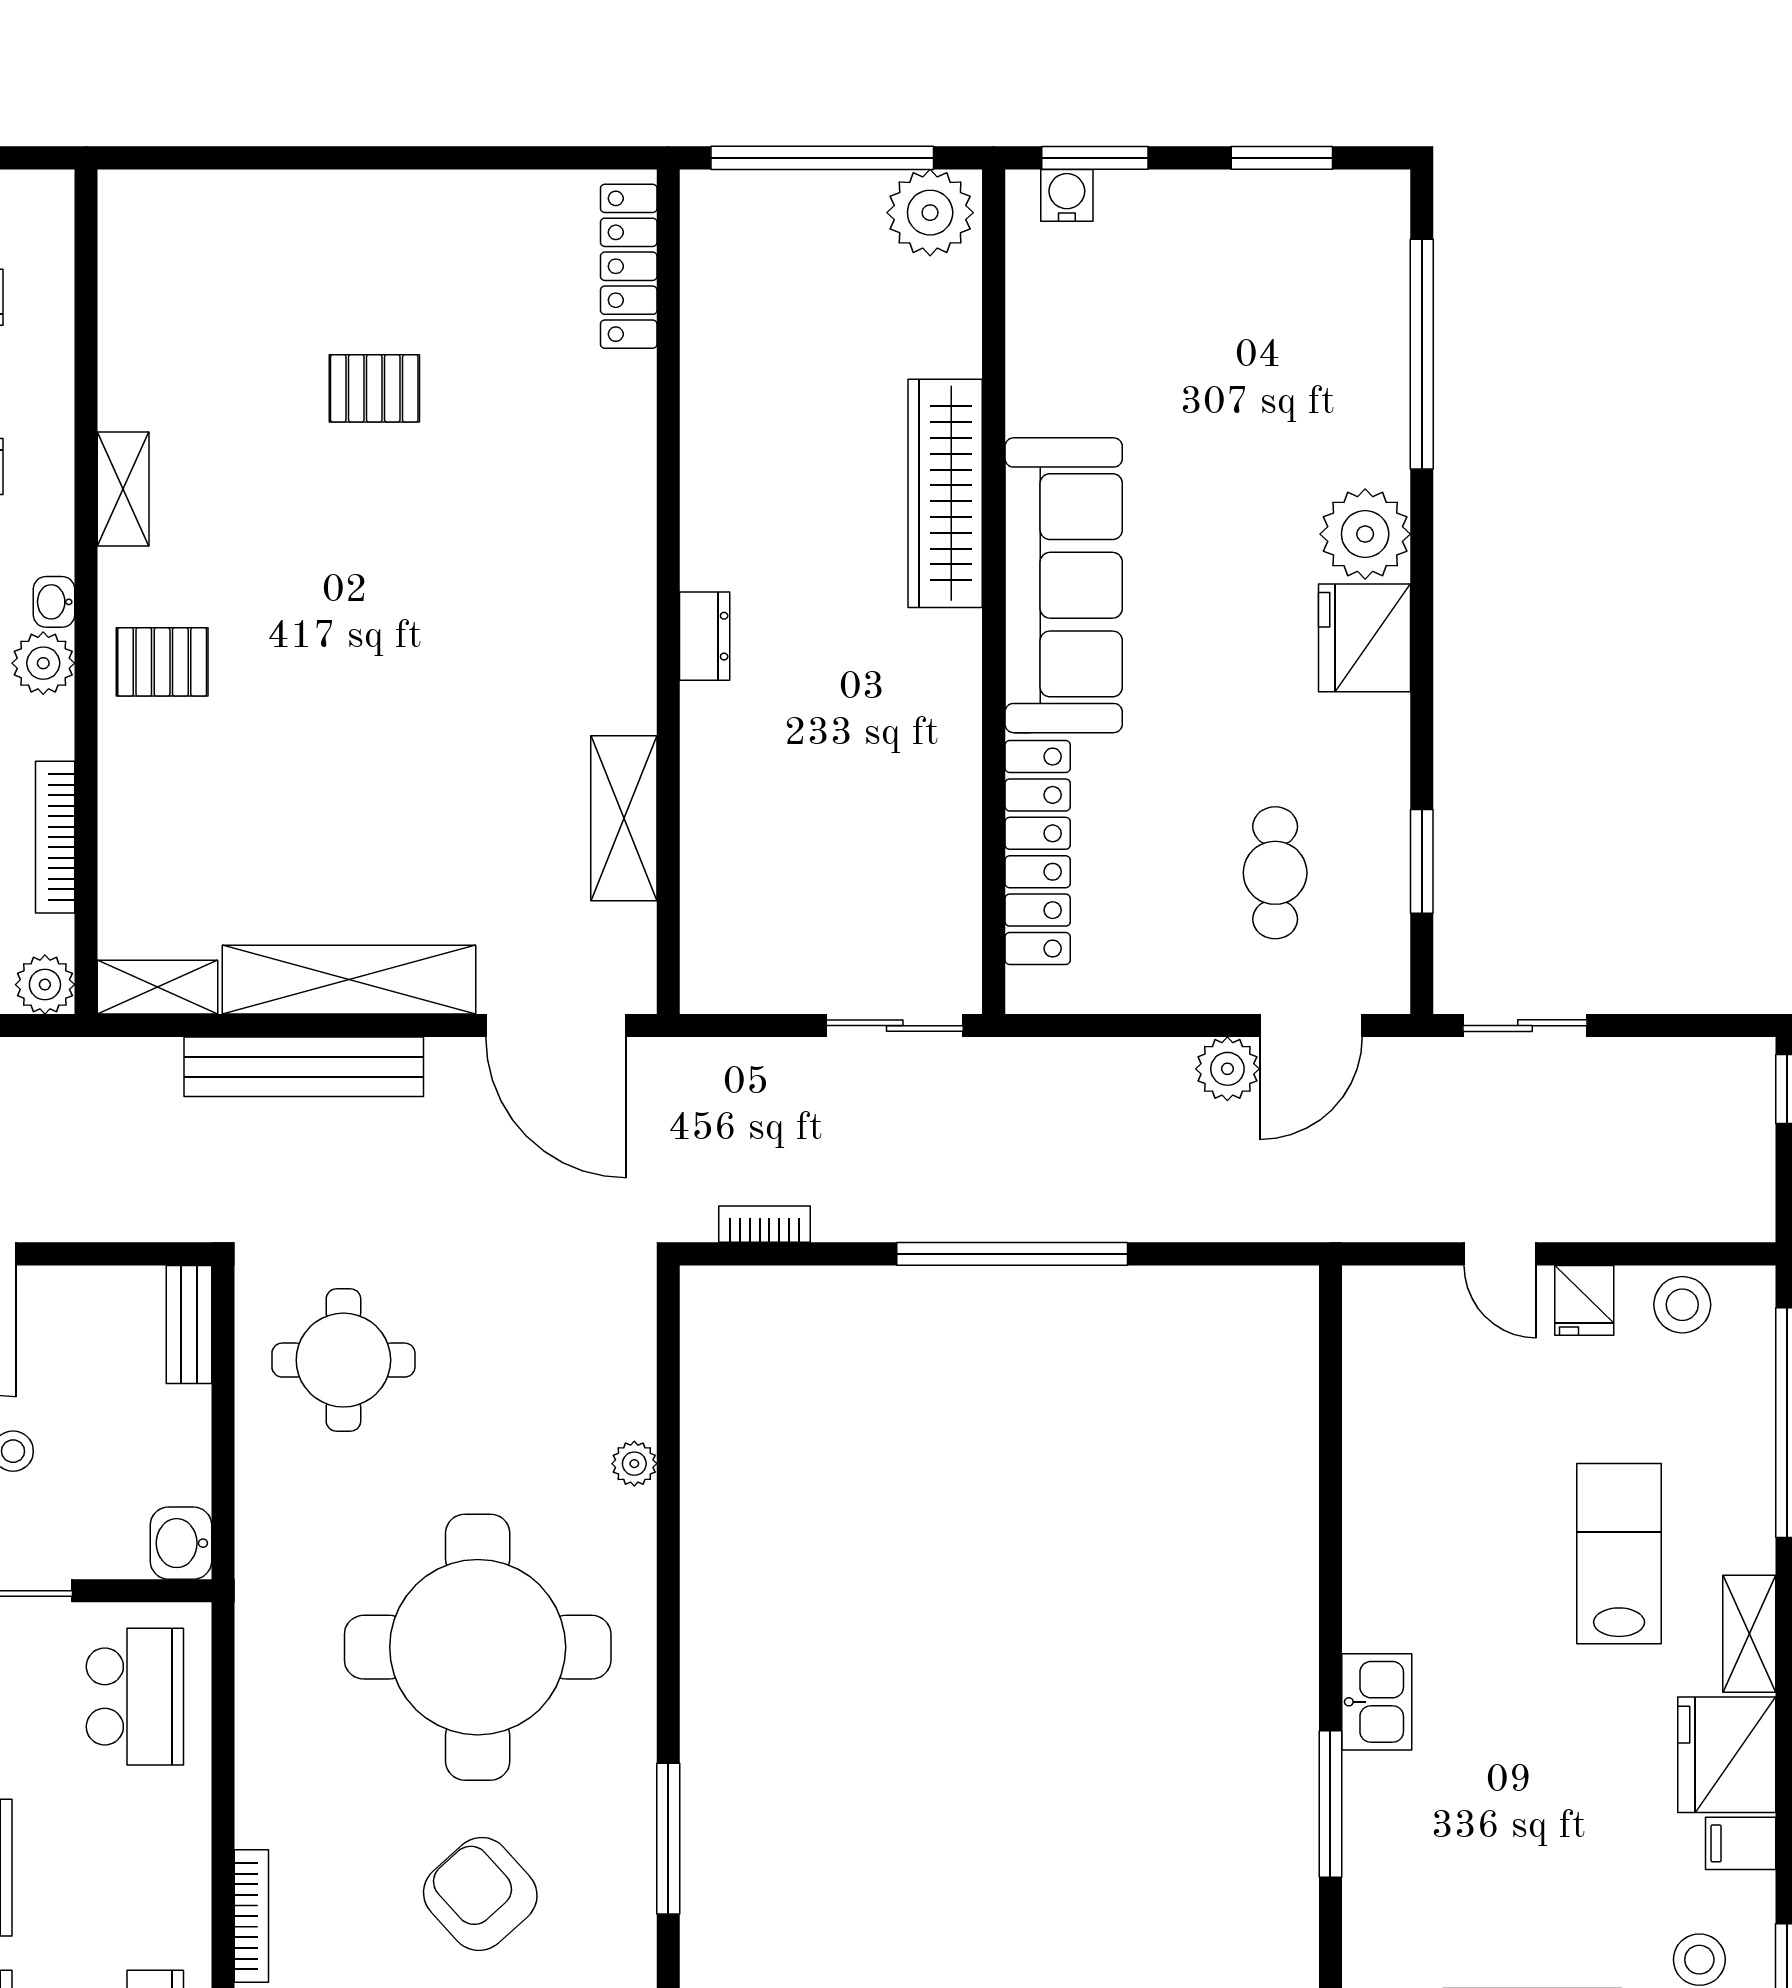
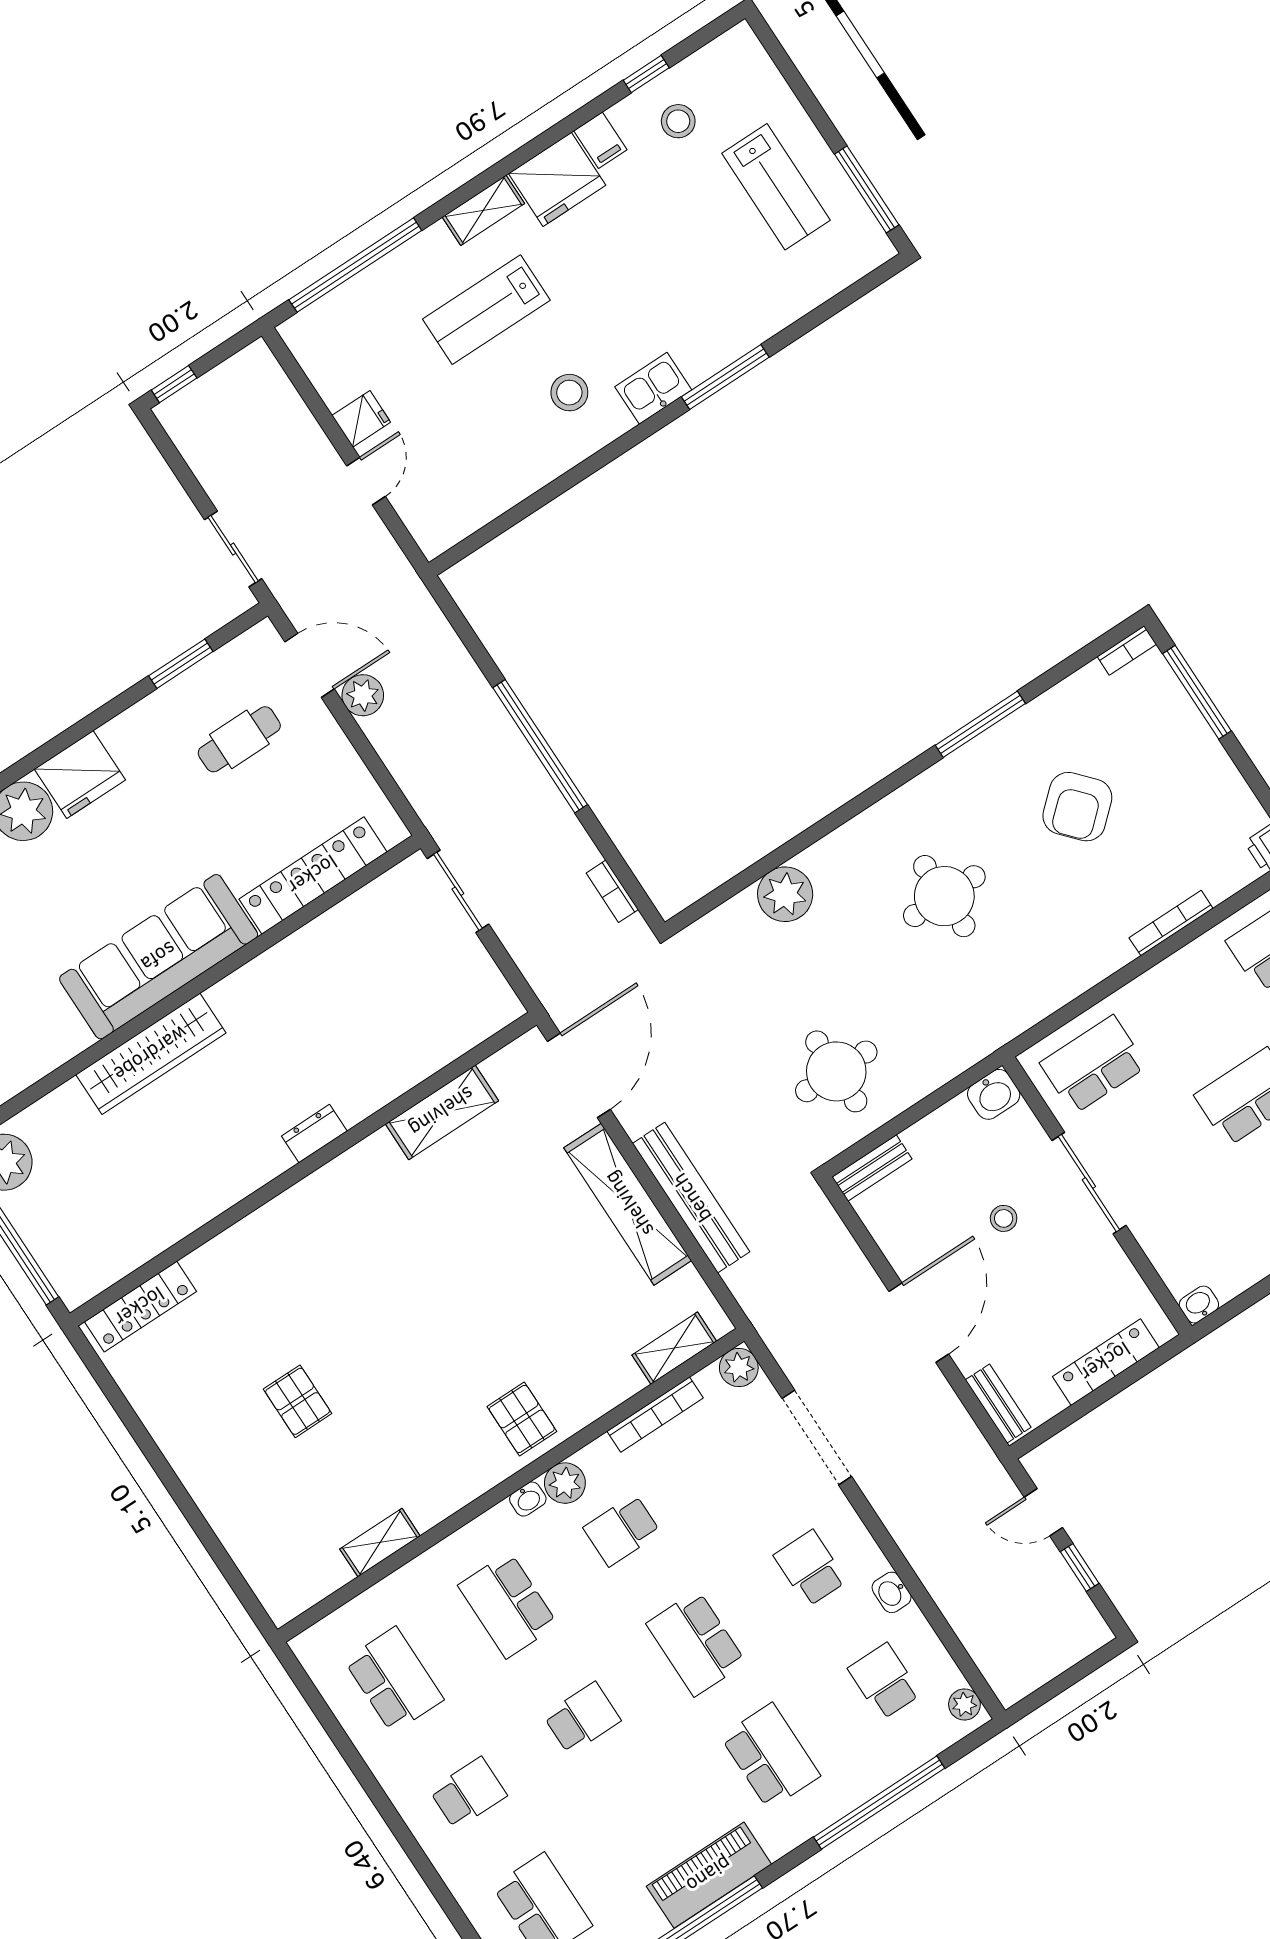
shelving: (123, 489) -> (380, 1542), moved
shelving: (158, 987) -> (674, 1348), moved, turned 90
stool: (1682, 1305) -> (569, 393), moved
plant: (634, 1464) -> (785, 894), width x1.88, depth x1.88
round table: (478, 1647) -> (944, 896), width x0.54, depth x0.54

